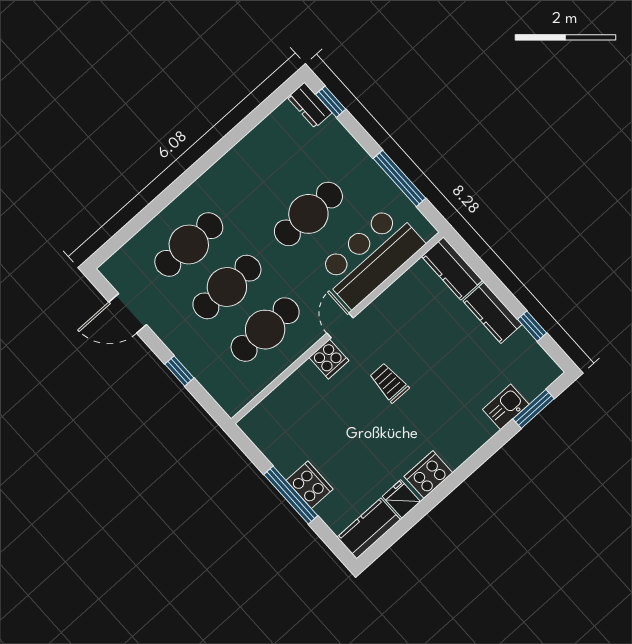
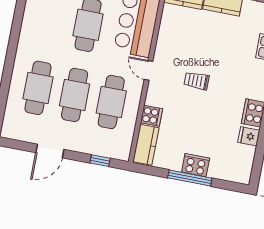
door: (128, 313) -> (50, 151), moved
cooker: (329, 359) -> (151, 116), moved
window: (179, 371) -> (100, 161), moved
kitchen counter: (369, 529) -> (146, 145), moved, turned 180

